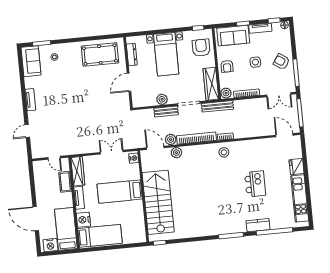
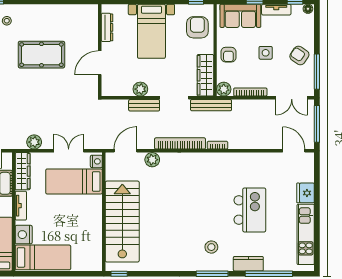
pool table: (100, 55) -> (41, 55), moved
plant: (171, 140) -> (34, 142), moved
door: (155, 148) -> (125, 151), hinge flipped
stool: (224, 152) -> (211, 247), moved
kitchen island: (255, 184) -> (250, 210), width x1.37, depth x1.28
bed: (120, 192) -> (74, 181), moved

